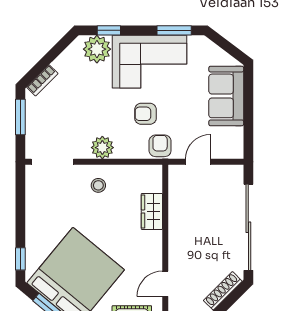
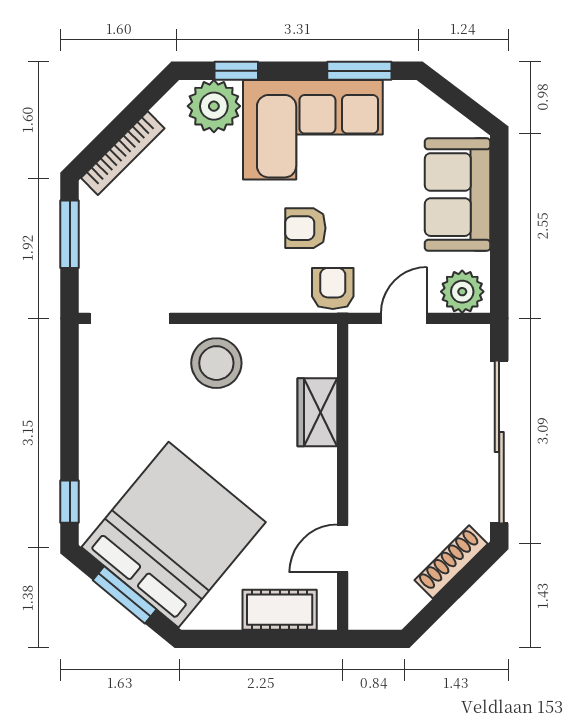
bookcase: (42, 80) -> (123, 153), width x1.56
plant: (102, 148) -> (462, 292), moved
stool: (98, 185) -> (216, 363), width x1.89, depth x1.89

